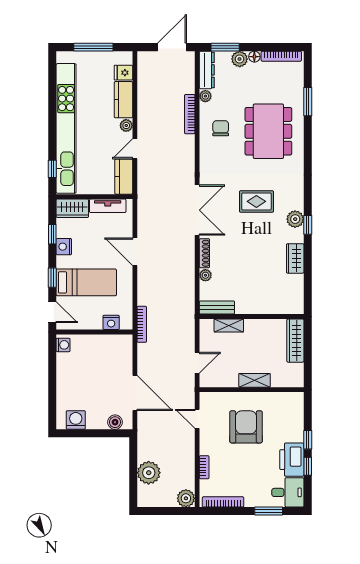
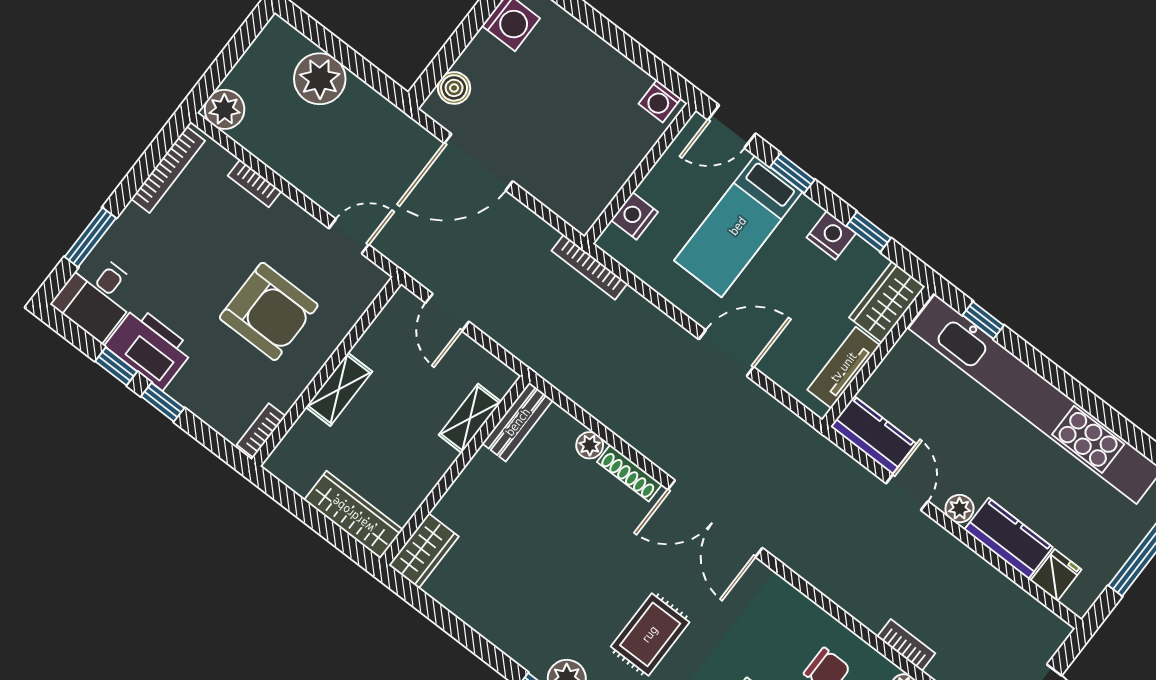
bookcase: (190, 114) -> (906, 645), width x0.64
wardrobe: (295, 258) -> (424, 551), moved, turned 90
bookcase: (291, 397) -> (261, 430), added

